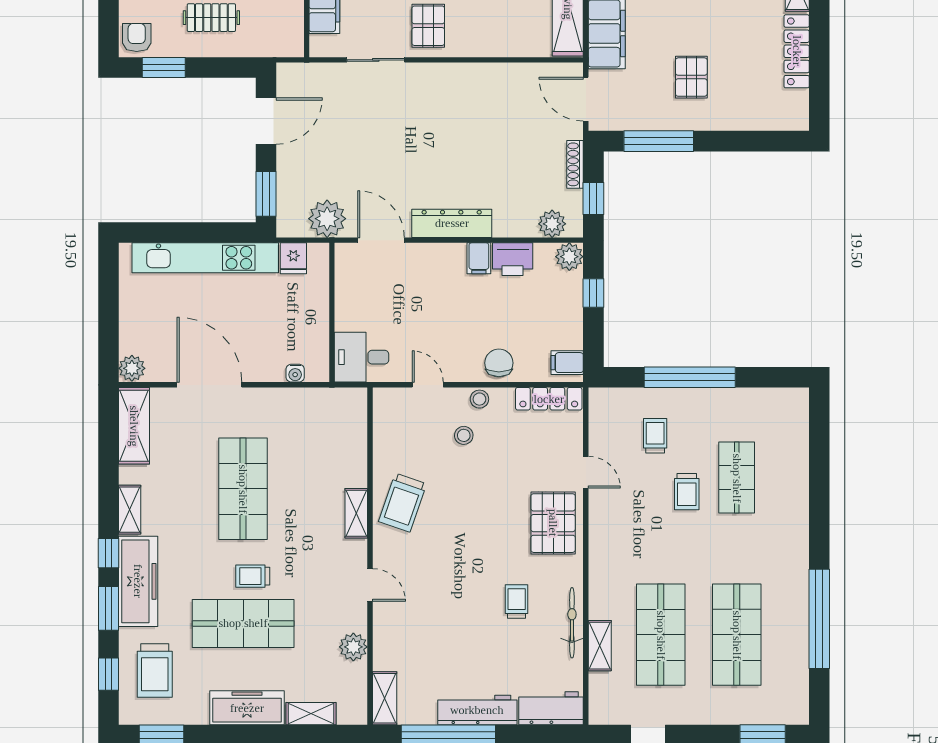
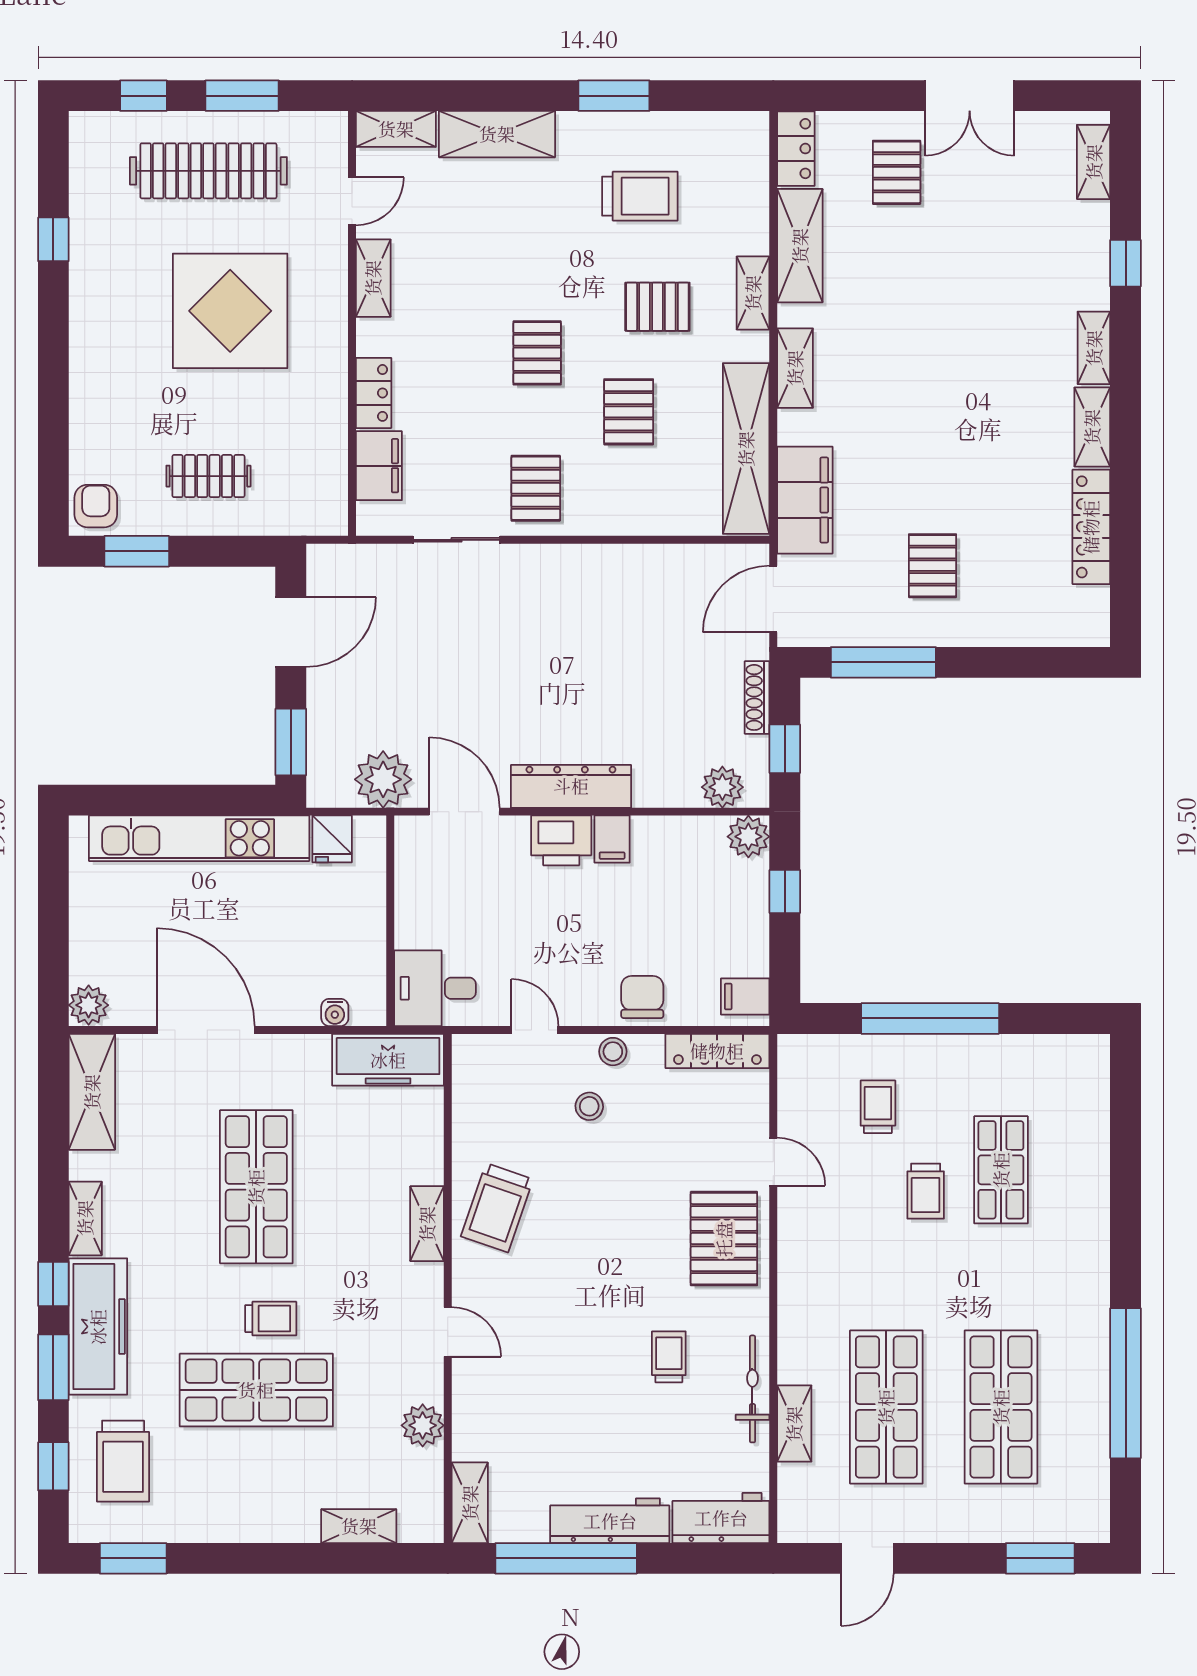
door: (586, 99) -> (773, 599), hinge flipped
printer: (513, 259) -> (561, 840), moved
trolley: (253, 576) -> (271, 1319), turned 180
freezer: (247, 708) -> (388, 1060), moved, turned 180

